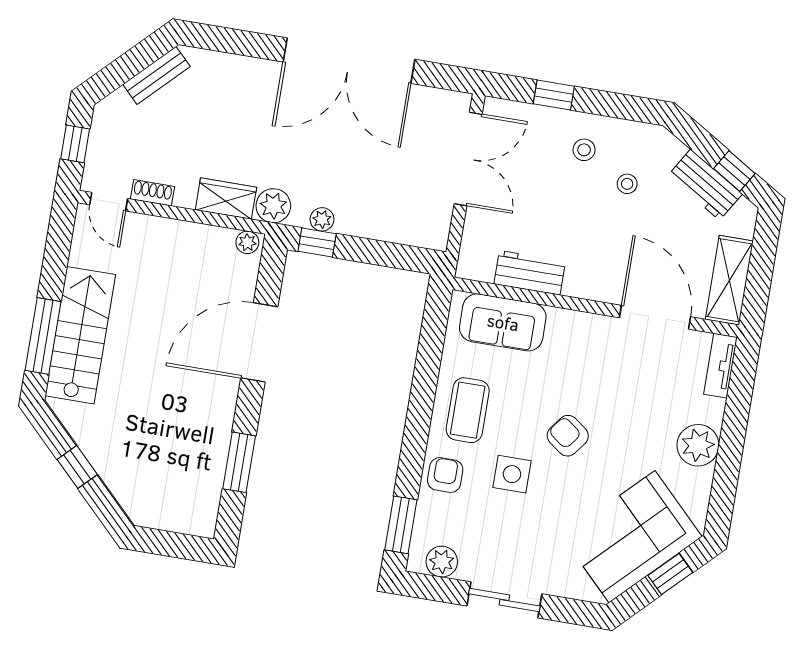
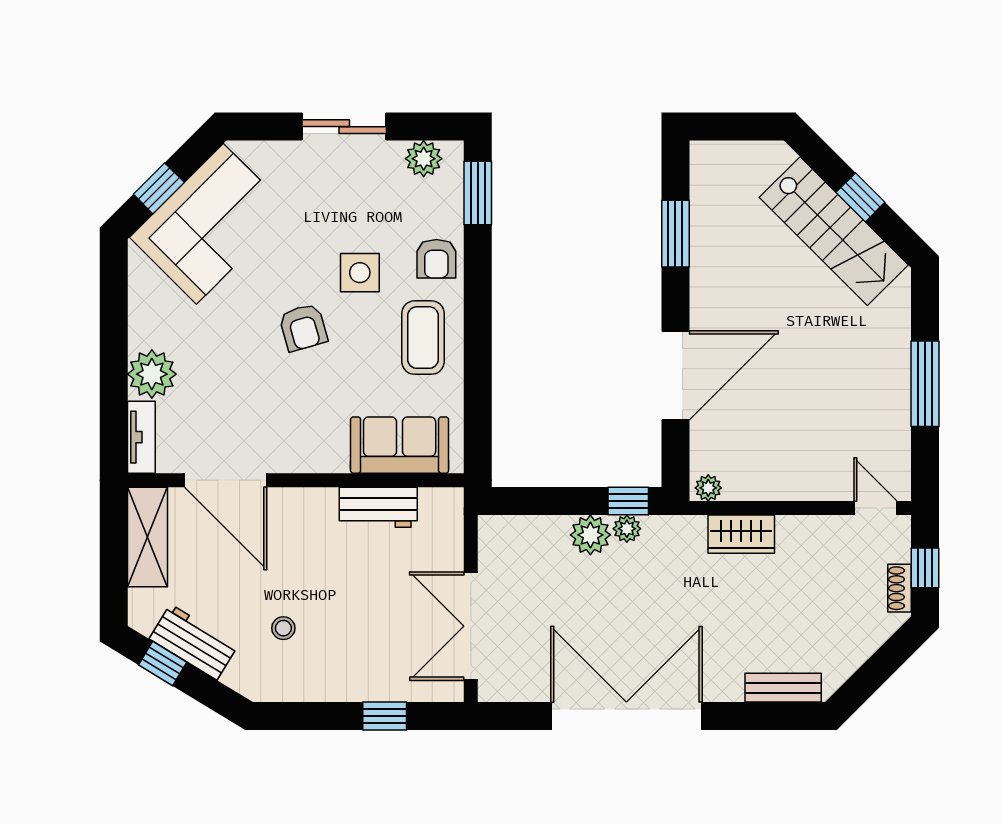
bench: (156, 75) -> (783, 688), moved, turned 45
stool: (584, 150) -> (339, 659), removed
shoe rack: (152, 193) -> (900, 588), moved, turned 90
plant: (273, 206) -> (590, 535), moved
stairs: (80, 335) -> (834, 231), moved, turned -45
window: (43, 336) -> (925, 384), moved
armchair: (568, 436) -> (303, 327), turned 37
plant: (698, 445) -> (152, 374), moved

